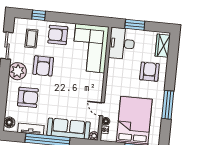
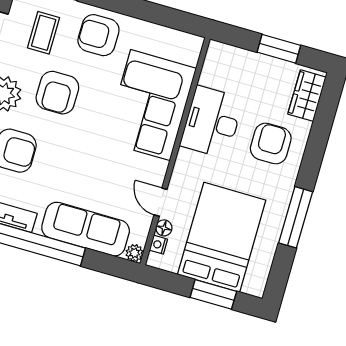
window: (135, 25) -> (279, 49), moved
desk: (122, 43) -> (212, 122), moved
corner sofa: (90, 48) -> (150, 105), moved

